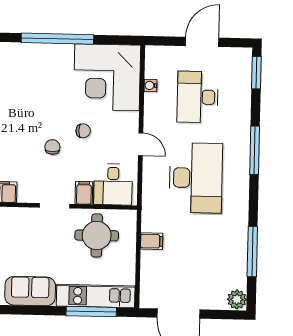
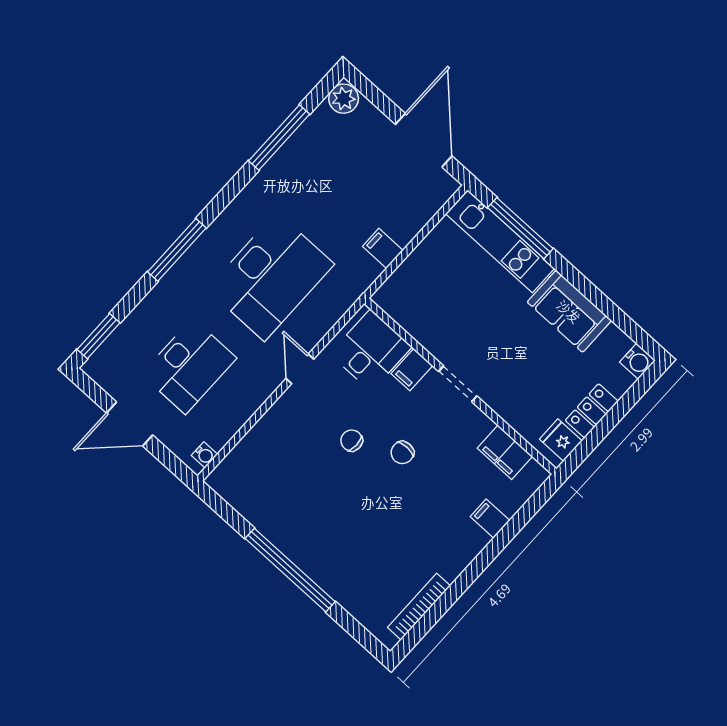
corner desk: (107, 77) -> (272, 478), removed
water cooler: (150, 85) -> (204, 455), moved
desk: (196, 178) -> (271, 277), turned 180
round table: (97, 235) -> (439, 309), removed

